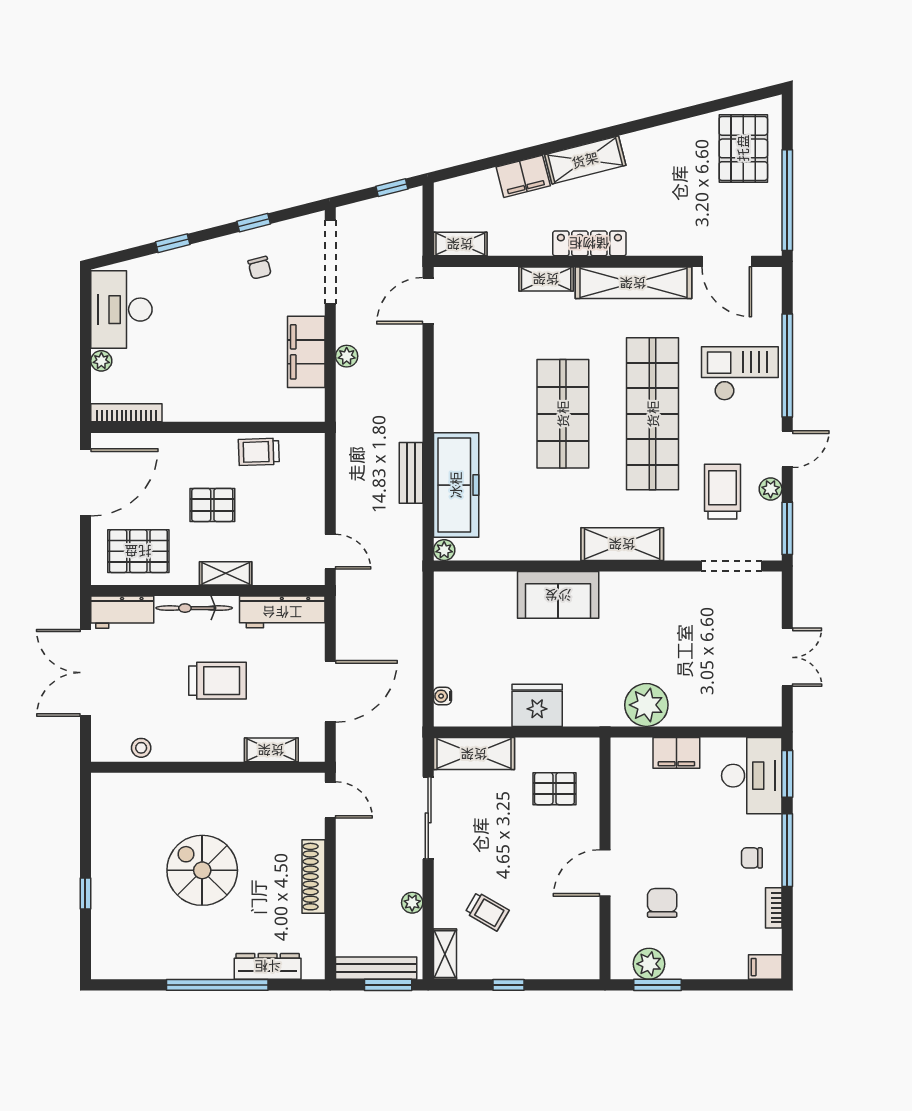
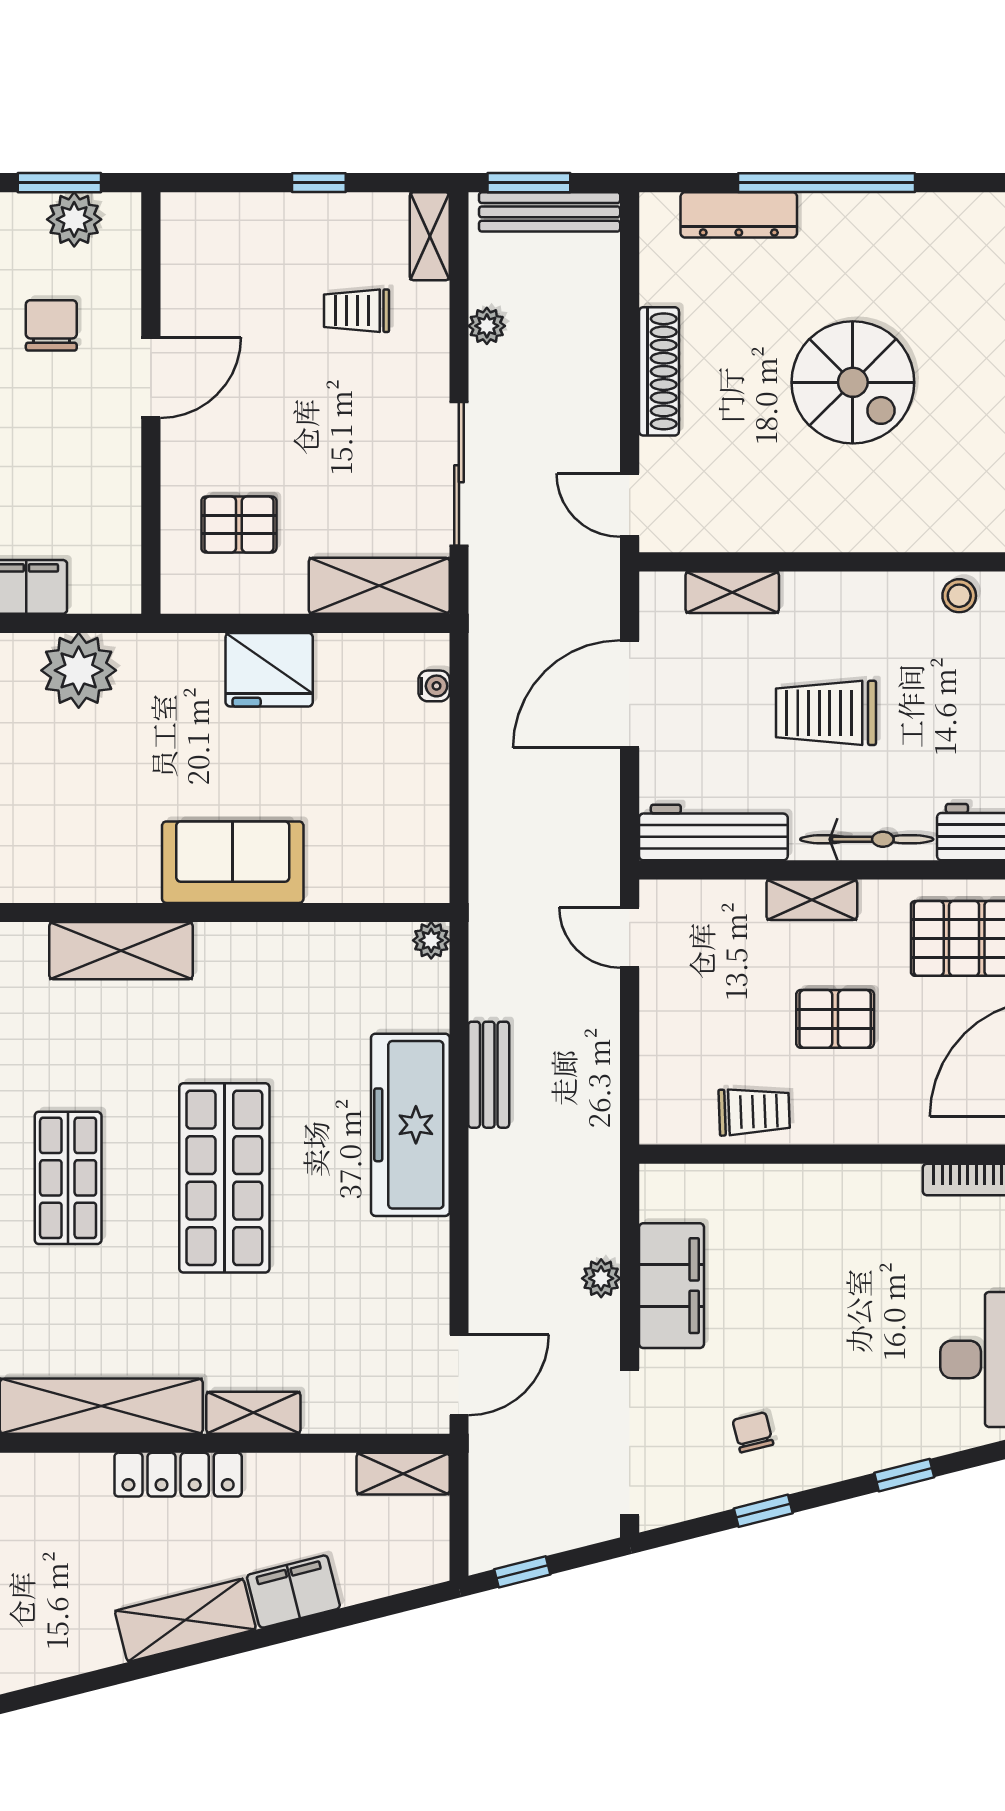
shop shelf: (653, 414) -> (68, 1178), width x0.50, depth x0.74
freezer: (456, 485) -> (410, 1125), moved
chair: (662, 903) -> (51, 325), turned 180
trolley: (487, 911) -> (356, 311), turned -30

